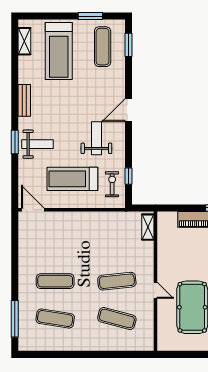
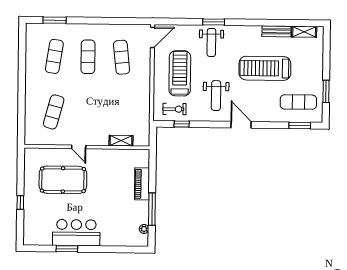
treadmill: (59, 51) -> (265, 68), moved
bench: (24, 100) -> (276, 31), moved
weight bench: (96, 138) -> (216, 96), turned 90
shelving: (148, 227) -> (121, 141), moved
exercise mat: (117, 281) -> (122, 57), moved
door: (155, 290) -> (79, 147), hinge flipped
window: (15, 319) -> (55, 20), width x0.69

